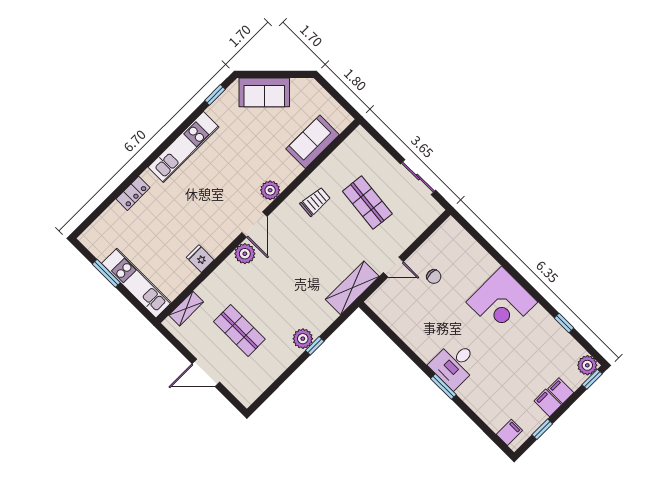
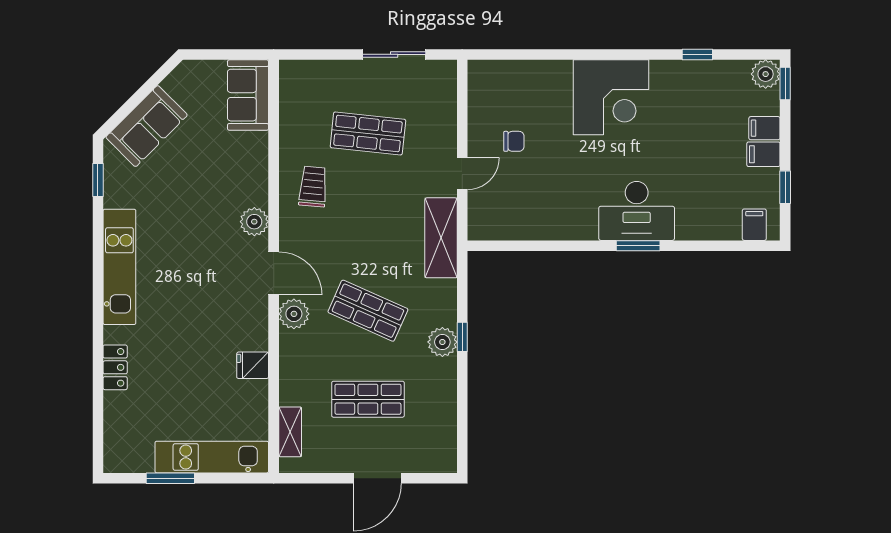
sofa: (313, 142) -> (248, 95), moved
shop shelf: (282, 288) -> (368, 311), added
desk: (454, 364) -> (637, 211), width x1.37

